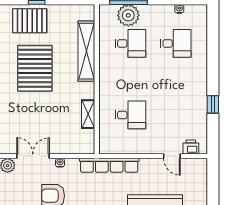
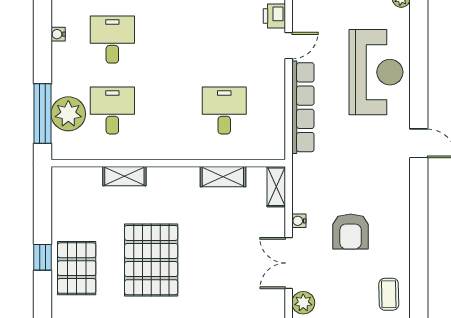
shelving: (86, 51) -> (124, 176), width x0.45, depth x0.75
pallet: (35, 68) -> (151, 260), turned 90
shelving: (82, 148) -> (276, 187), added
row of seats: (109, 165) -> (303, 107), moved

